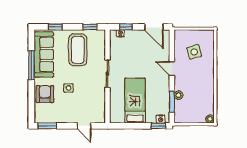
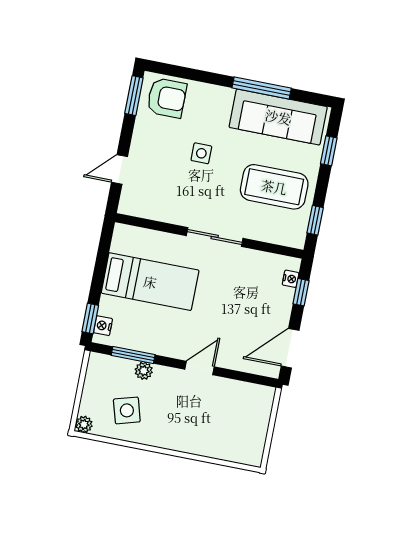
side table: (194, 52) -> (127, 410), moved
armchair: (45, 94) -> (167, 98), moved

